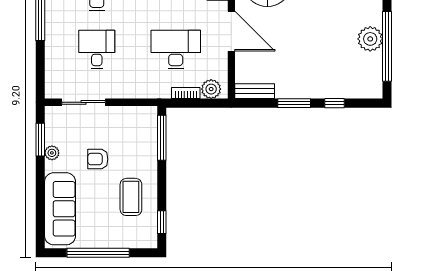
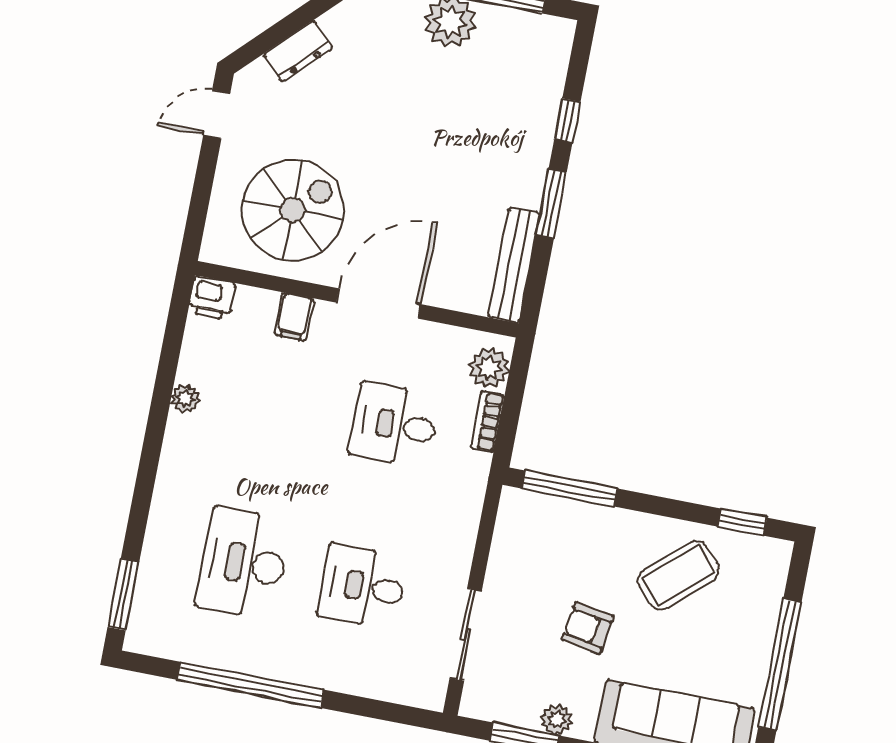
desk: (176, 50) -> (394, 425), width x0.73
bench: (255, 91) -> (514, 265), width x1.36
armchair: (98, 159) -> (588, 628), turned 100
coffee table: (131, 197) -> (679, 575), turned -42

